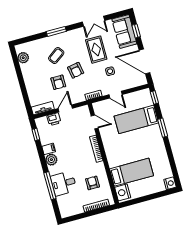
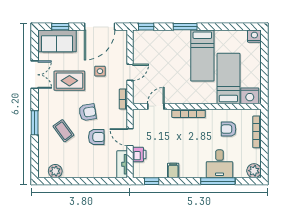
bed: (136, 119) -> (202, 55), moved
plant: (51, 160) -> (254, 171), moved

